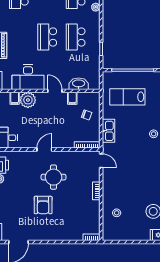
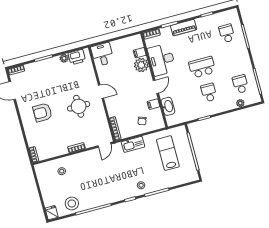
school desk: (76, 37) -> (209, 93), width x0.54
armchair: (43, 205) -> (42, 112), moved

